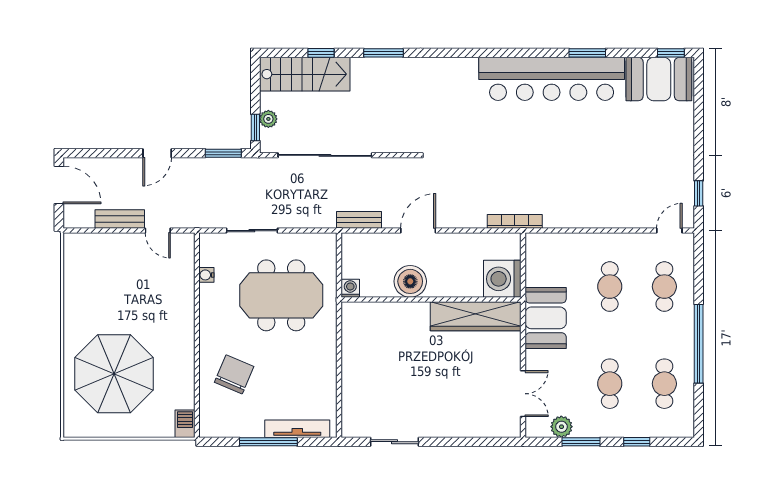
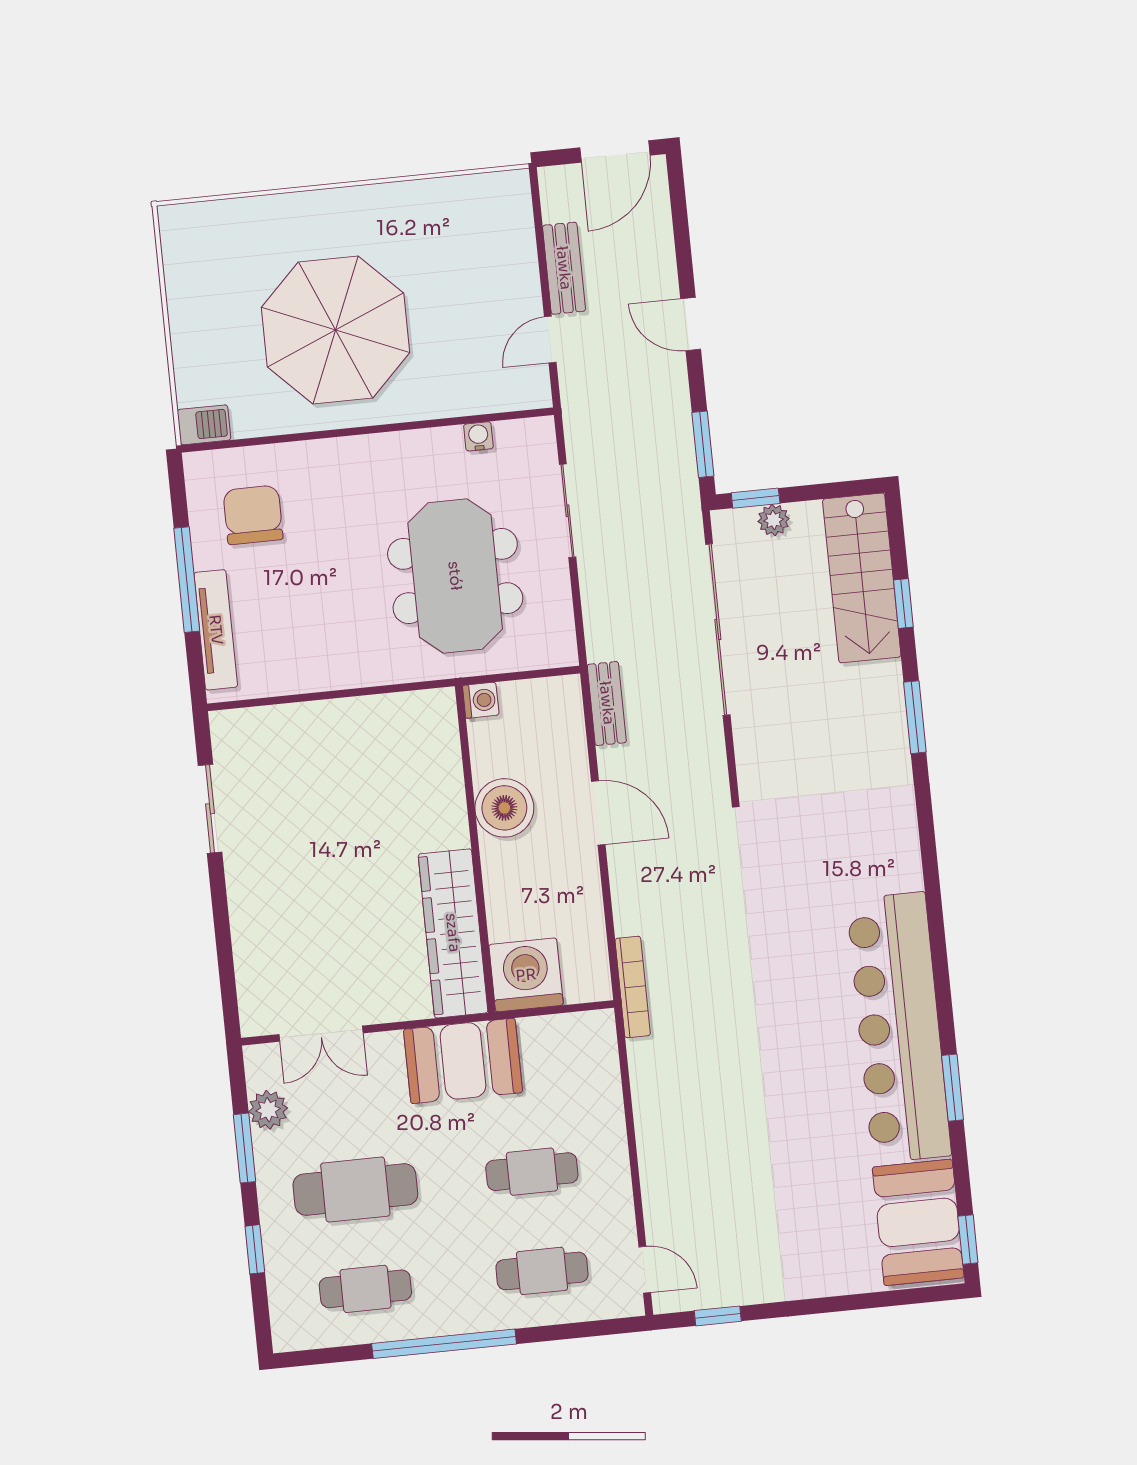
parasol: (114, 374) -> (335, 330), moved
chair: (234, 374) -> (253, 515), moved, turned -113
cafe table: (610, 384) -> (355, 1190), width x1.37, depth x1.35

